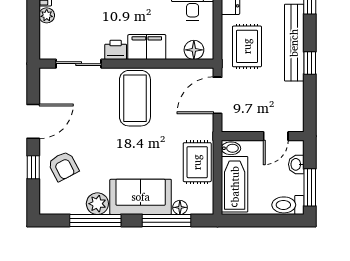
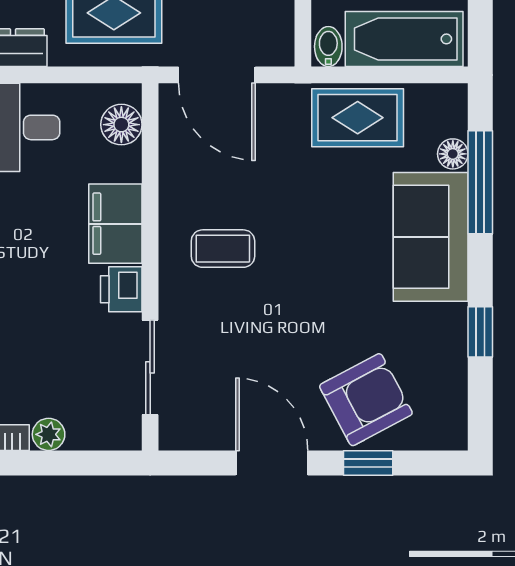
coffee table: (135, 98) -> (223, 249), width x0.54, depth x0.58
armchair: (63, 166) -> (366, 400), width x1.38, depth x1.38
plant: (97, 204) -> (445, 328), removed
window: (95, 220) -> (480, 332), width x0.46

